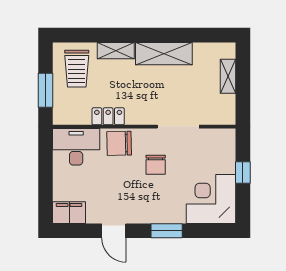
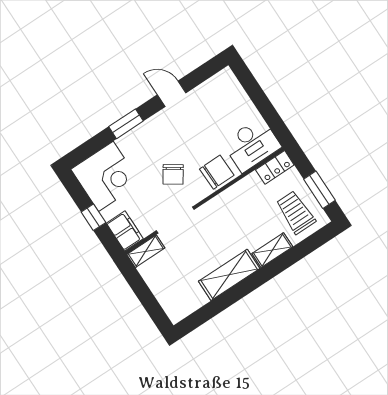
shelving: (228, 76) -> (146, 251), moved, turned 90
window: (45, 90) -> (319, 190), moved
locker: (108, 116) -> (275, 167), moved
chair: (156, 165) -> (173, 174), turned -146
filing cabinet: (69, 213) -> (125, 231), moved, turned -90

